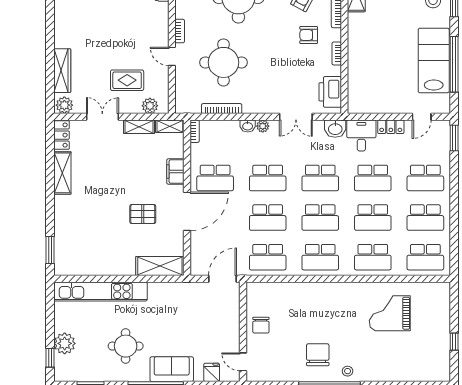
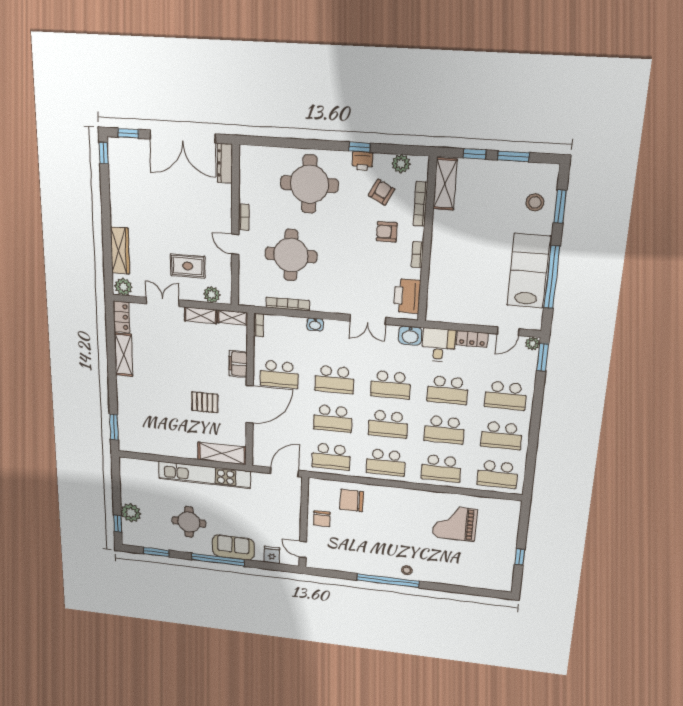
plant: (263, 126) -> (533, 343), moved
kitchen unit: (100, 291) -> (204, 475), moved
chair: (318, 355) -> (352, 500), moved, turned -90

